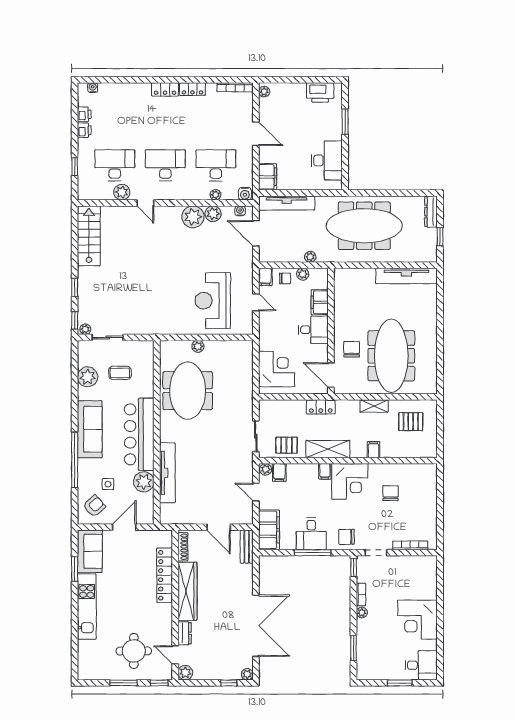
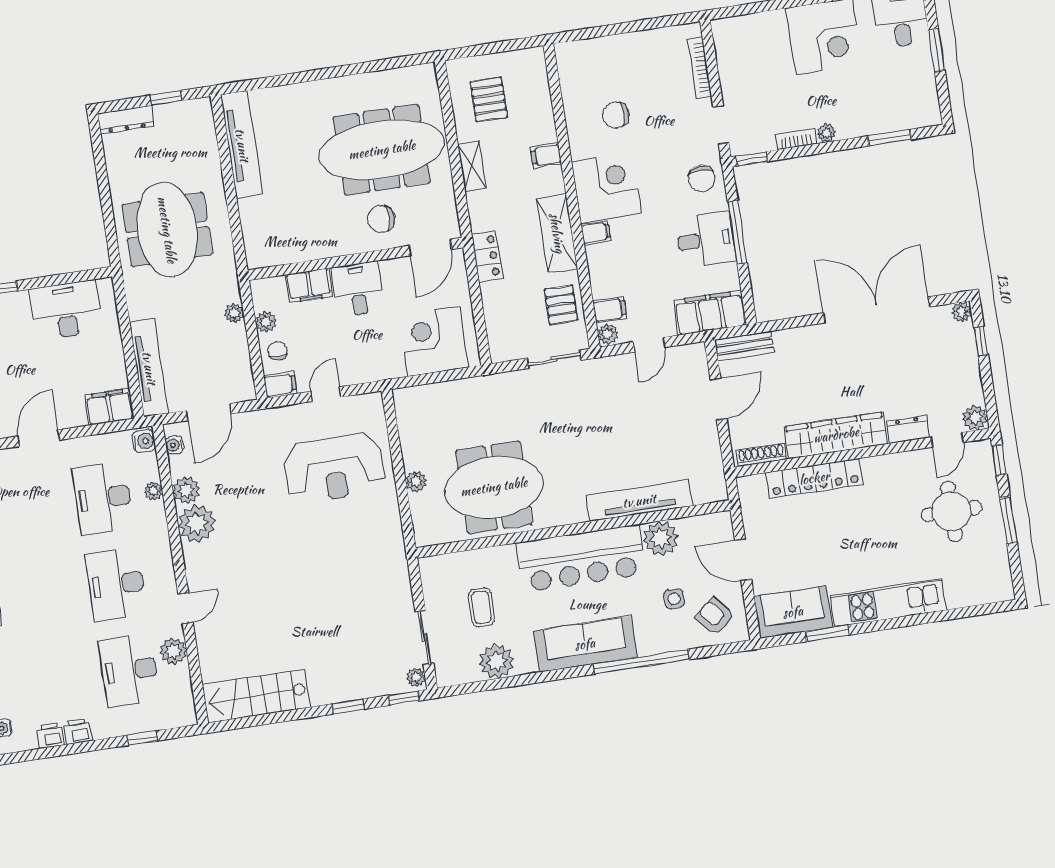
meeting table: (364, 226) -> (167, 230), width x0.73

